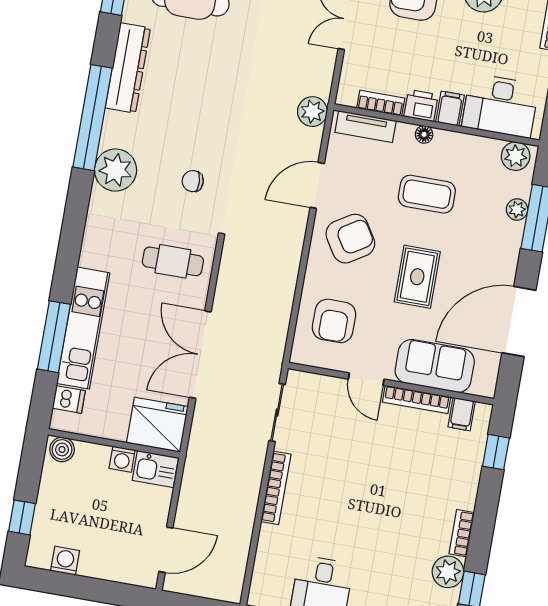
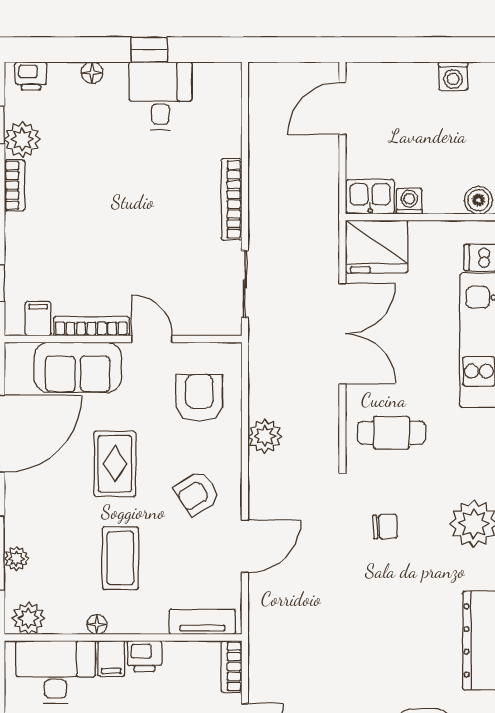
bookcase: (381, 103) -> (232, 666), moved, turned 90
plant: (312, 112) -> (265, 436), moved
floor lamp: (424, 134) -> (97, 624), moved
coffee table: (427, 194) -> (120, 558), turned 90
armchair: (350, 239) -> (197, 493), width x0.72, depth x0.72

